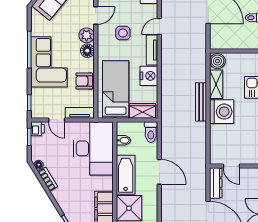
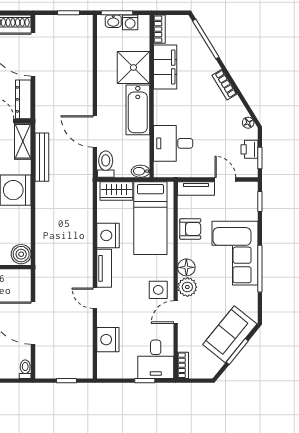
door: (159, 26) -> (95, 298), swing flipped
side table: (123, 33) -> (158, 290), moved
shelving: (216, 84) -> (23, 141), moved
bench: (201, 102) -> (42, 157), moved
printer: (38, 129) -> (250, 149), moved
bidet: (123, 140) -> (140, 171), moved
desk: (93, 148) -> (173, 143), width x0.53, depth x0.77
door: (159, 172) -> (95, 131), moved
bookcase: (48, 179) -> (225, 85), moved

